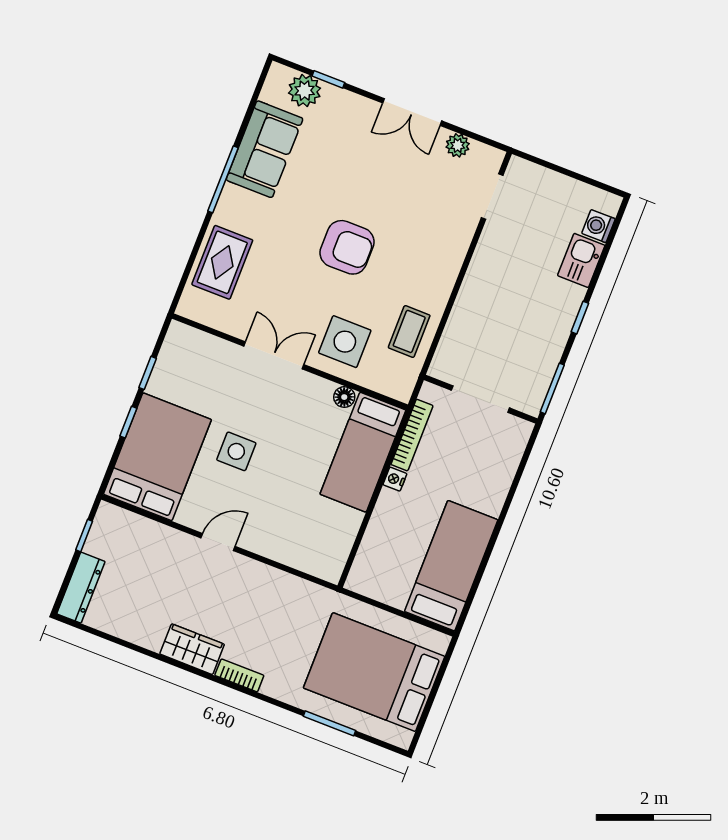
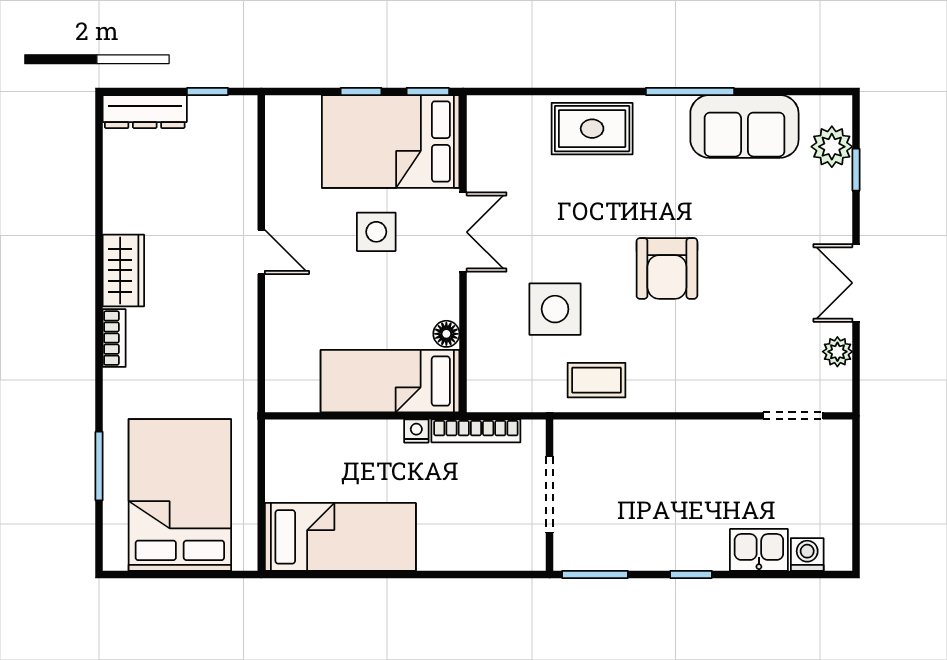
double door: (274, 355) -> (463, 232), moved
wall: (290, 362) -> (463, 254), moved
floor lamp: (344, 397) -> (446, 334), moved
bed: (363, 452) -> (390, 381), moved
bed: (157, 457) -> (391, 142), moved, turned 180

